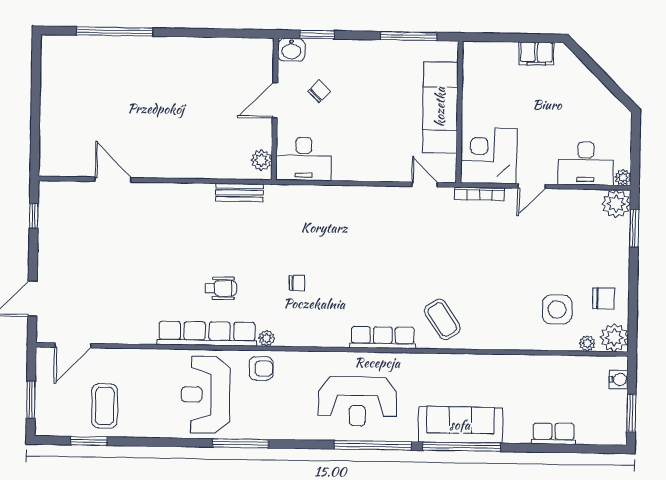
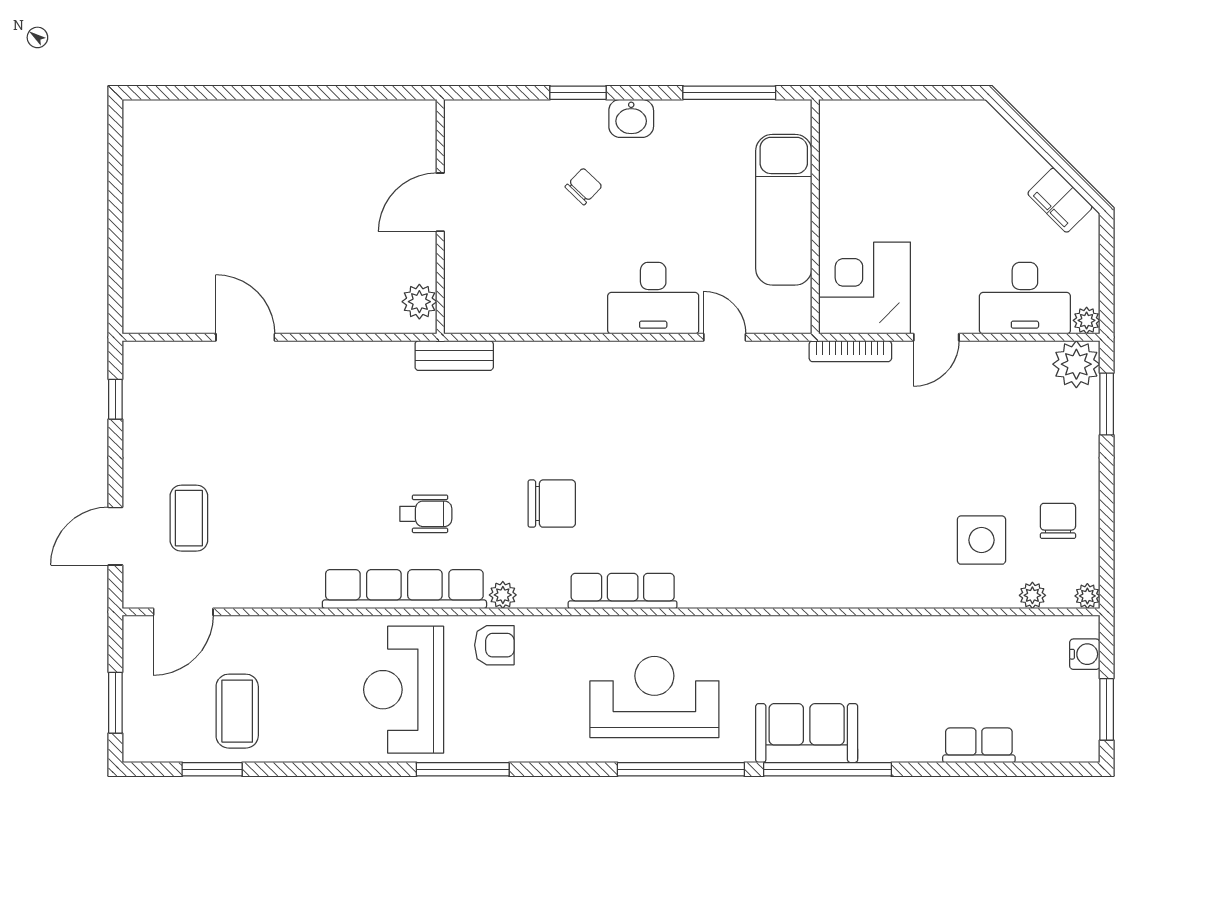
window: (115, 31) -> (244, 93), removed
washbasin: (291, 50) -> (631, 118), moved
filing cabinet: (536, 54) -> (1060, 200), moved, turned 45
door: (275, 100) -> (440, 202), moved
wall: (275, 109) -> (440, 217), moved
desk: (304, 159) -> (653, 298), moved
plant: (261, 160) -> (419, 302), moved
door: (425, 184) -> (725, 337), moved
chair: (297, 283) -> (552, 504), width x1.87, depth x1.87
chair: (604, 299) -> (1058, 521), turned -90
coffee table: (442, 319) -> (189, 518), moved, turned 33
row of seats: (383, 337) -> (623, 591), moved
plant: (614, 338) -> (1087, 596), width x0.53, depth x0.53
reception desk: (357, 401) -> (654, 697), turned 180
sofa: (460, 425) -> (807, 733), width x0.73

